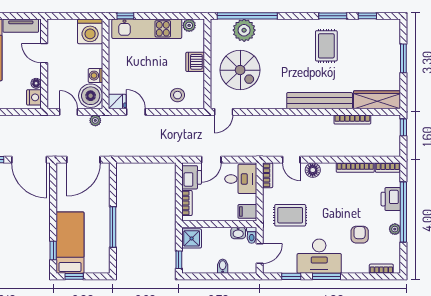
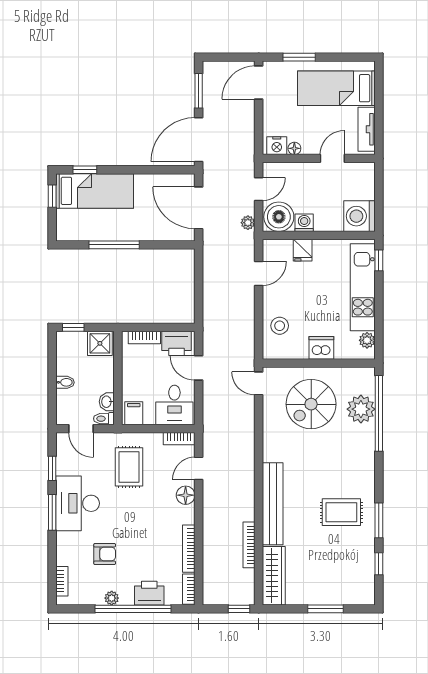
fridge: (117, 101) -> (303, 250), moved

